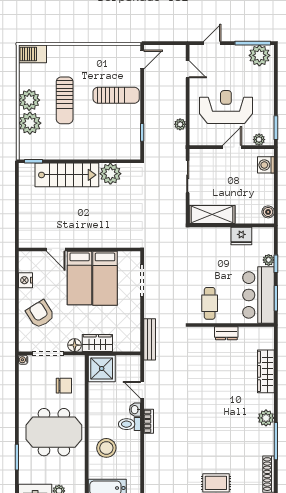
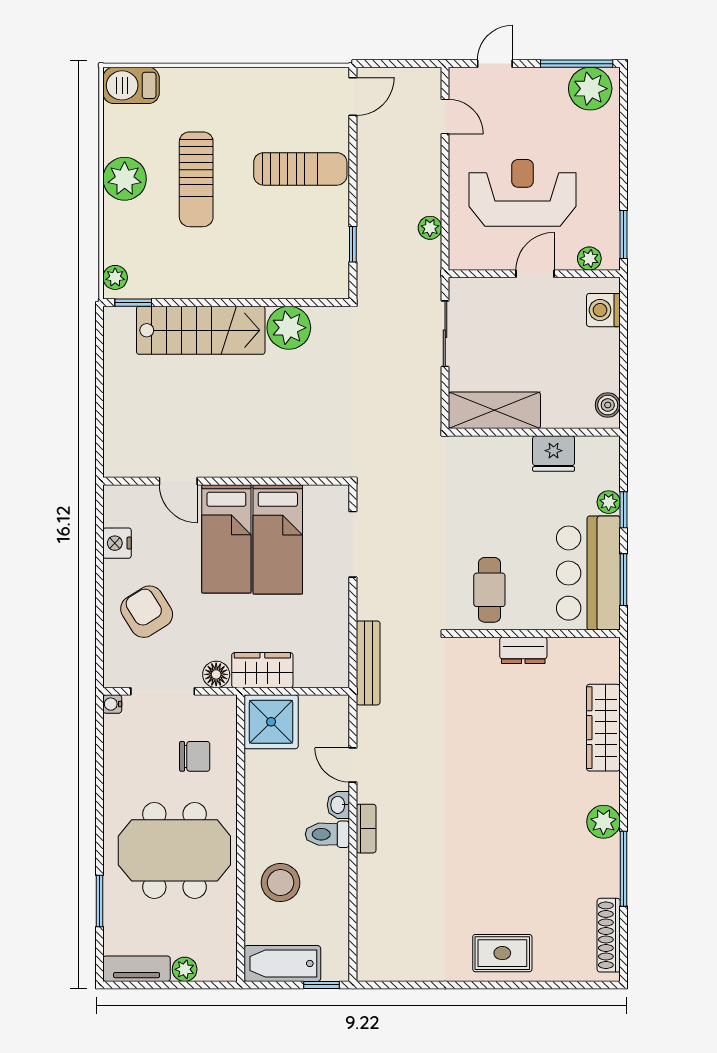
plant: (30, 123) -> (115, 277), moved, width x0.53, depth x0.53

